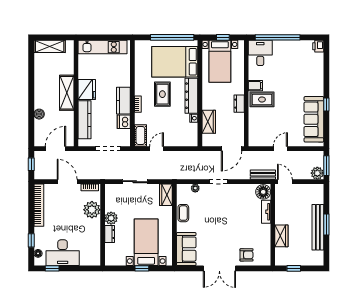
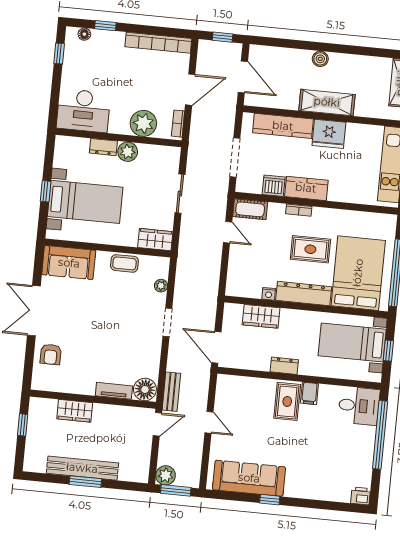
boiler: (39, 114) -> (320, 59), moved
desk: (63, 253) -> (83, 111), moved, turned -90

